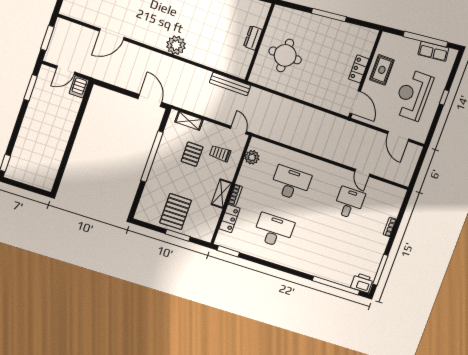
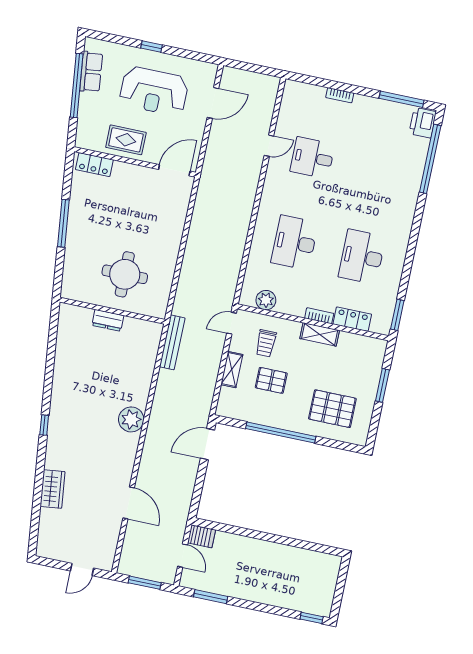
locker: (359, 69) -> (94, 165), moved
shelving: (189, 121) -> (232, 370), moved
pallet: (176, 212) -> (332, 409), moved

